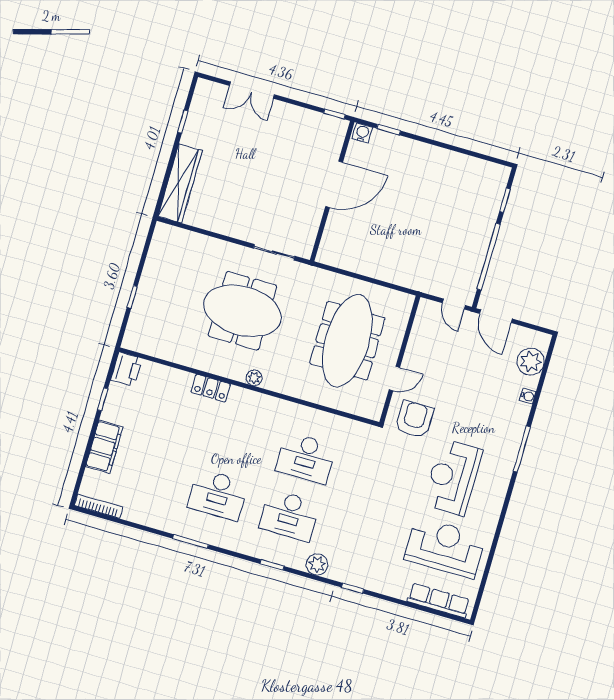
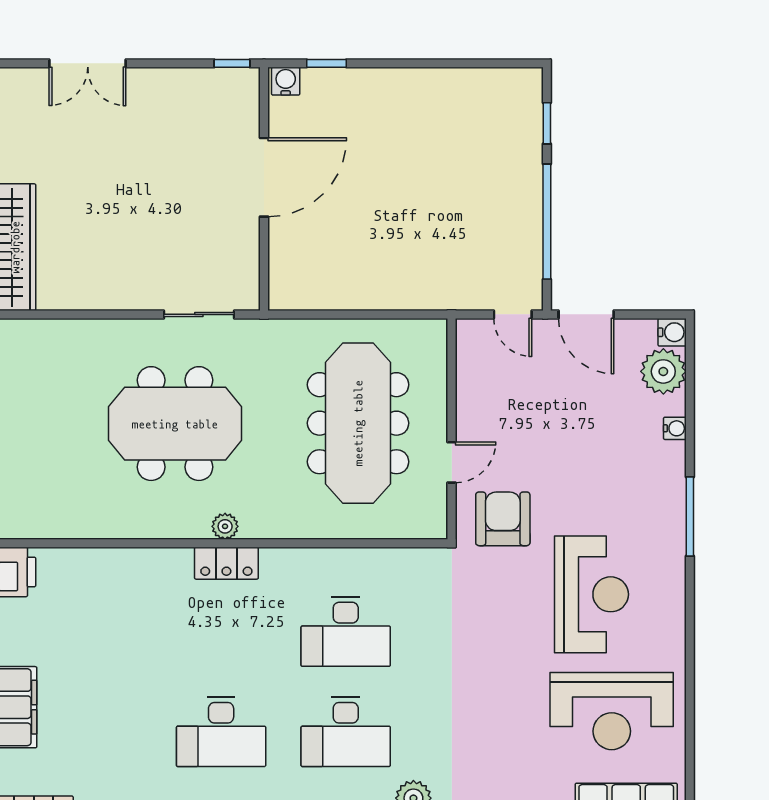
water cooler: (542, 341) -> (672, 332), added
locker: (211, 388) -> (226, 563), moved
reception desk: (453, 477) -> (592, 594), turned 180
reception desk: (445, 547) -> (612, 711), turned 180

